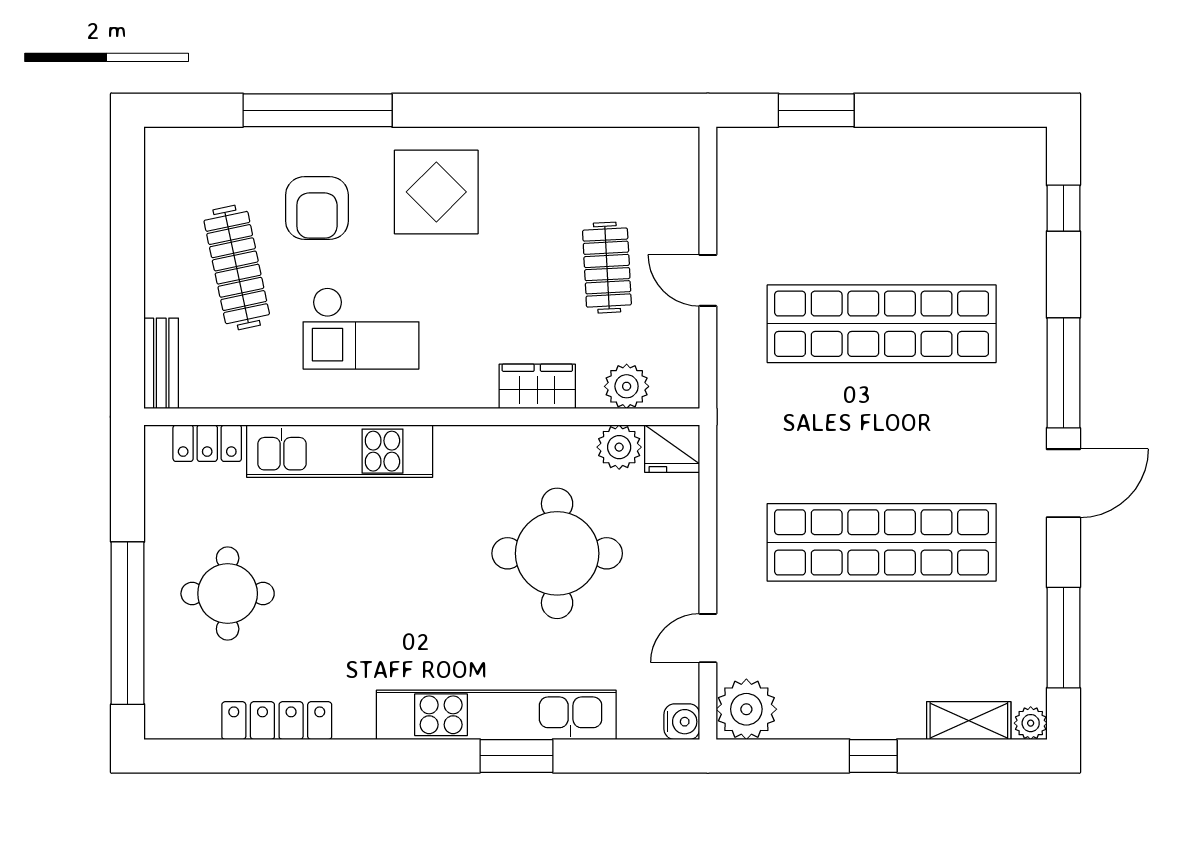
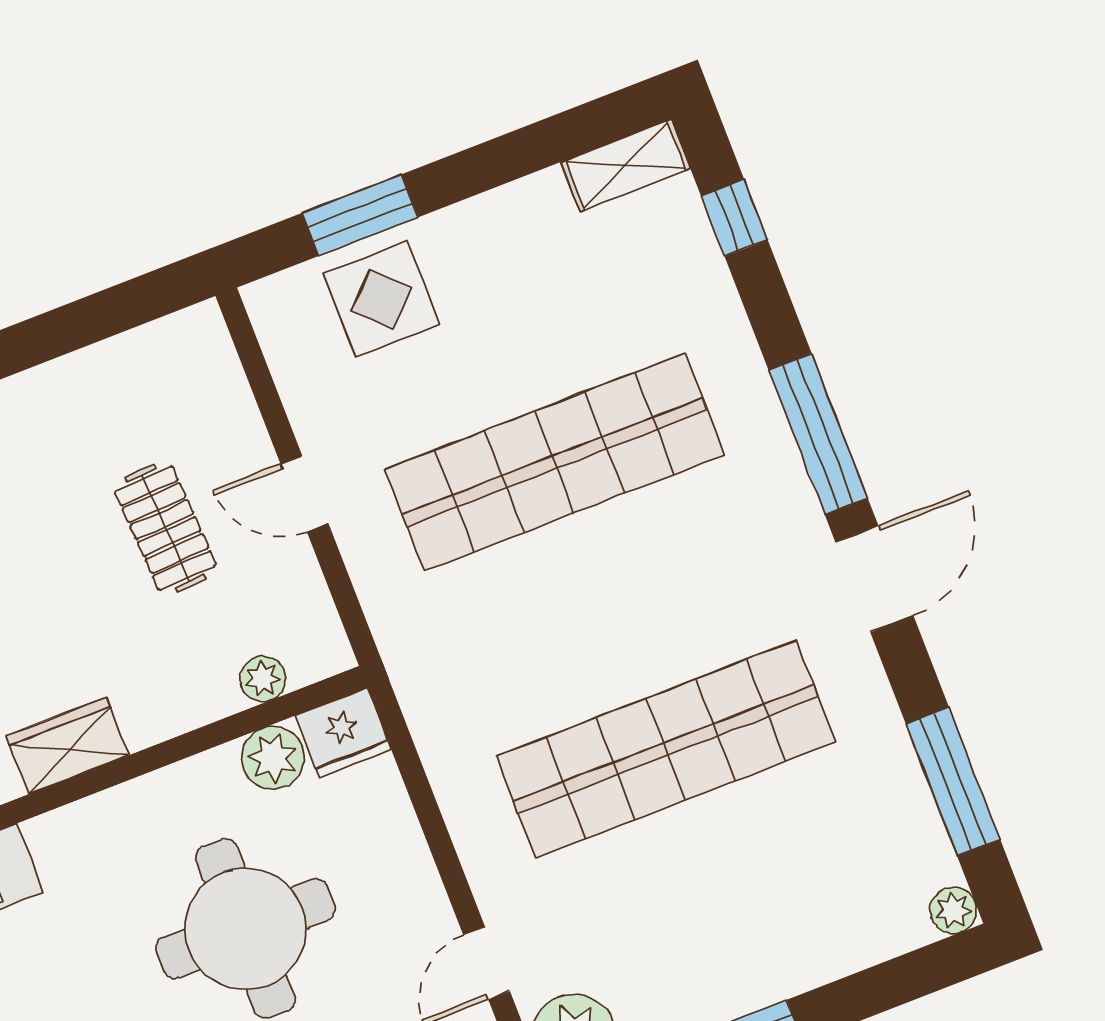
display table: (809, 171) -> (381, 299), added
wardrobe: (537, 386) -> (68, 746), moved
plant: (627, 386) -> (263, 679), width x0.73, depth x0.73
shelving: (969, 721) -> (626, 165), moved

